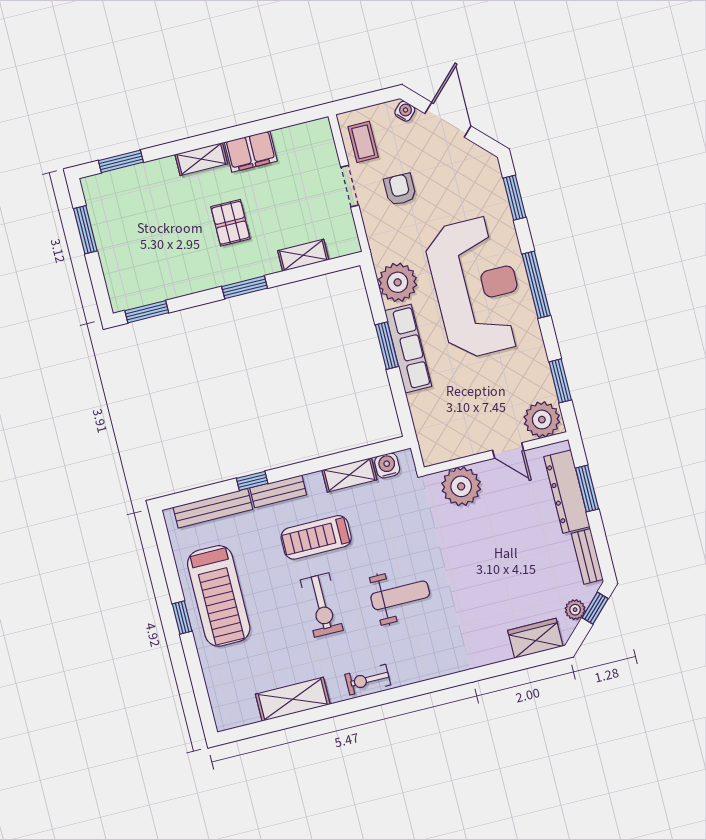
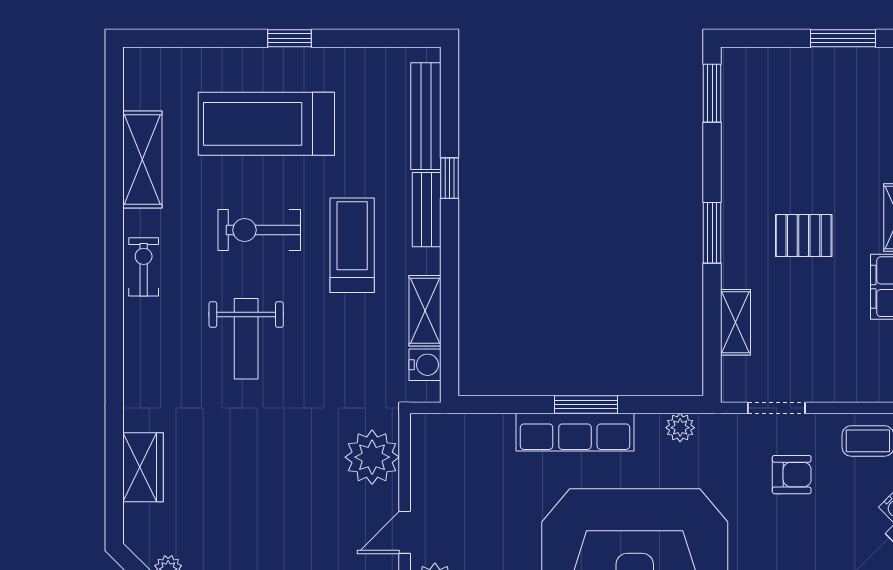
doorway: (350, 186) -> (776, 408), moved
plant: (398, 282) -> (680, 428), width x0.53, depth x0.53
treadmill: (219, 596) -> (266, 124), moved
wardrobe: (535, 638) -> (143, 467), moved

